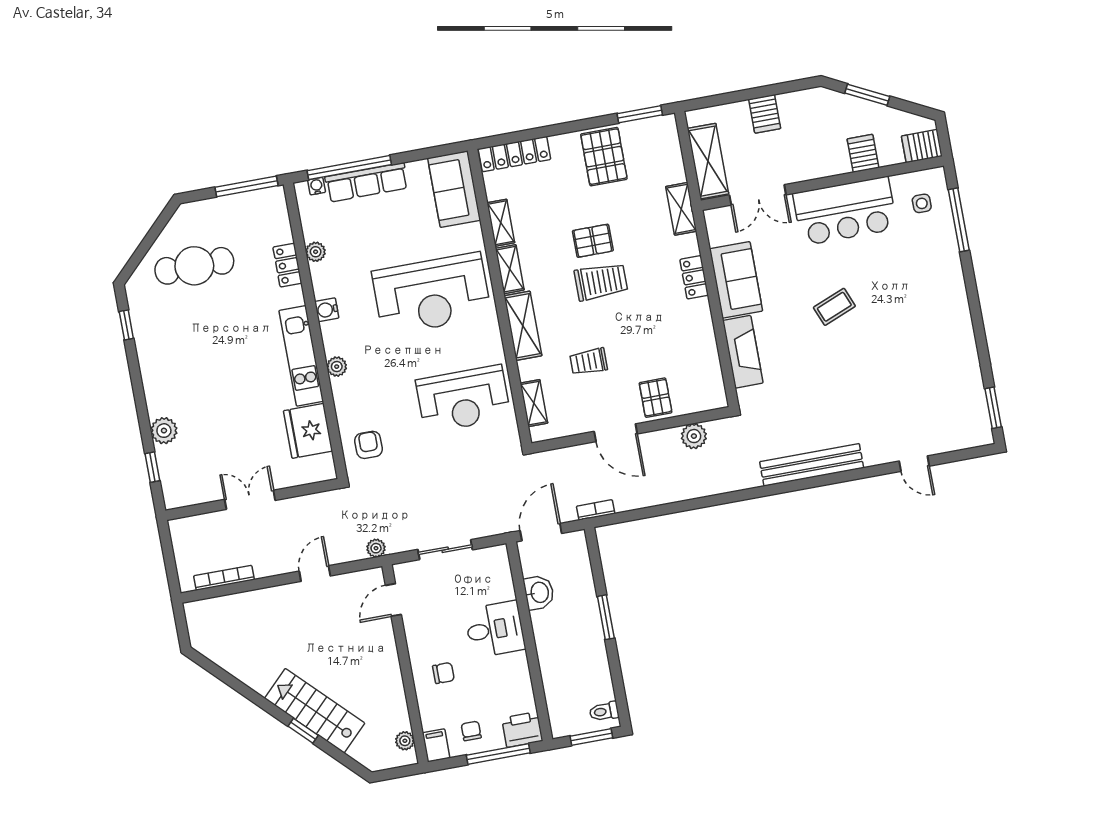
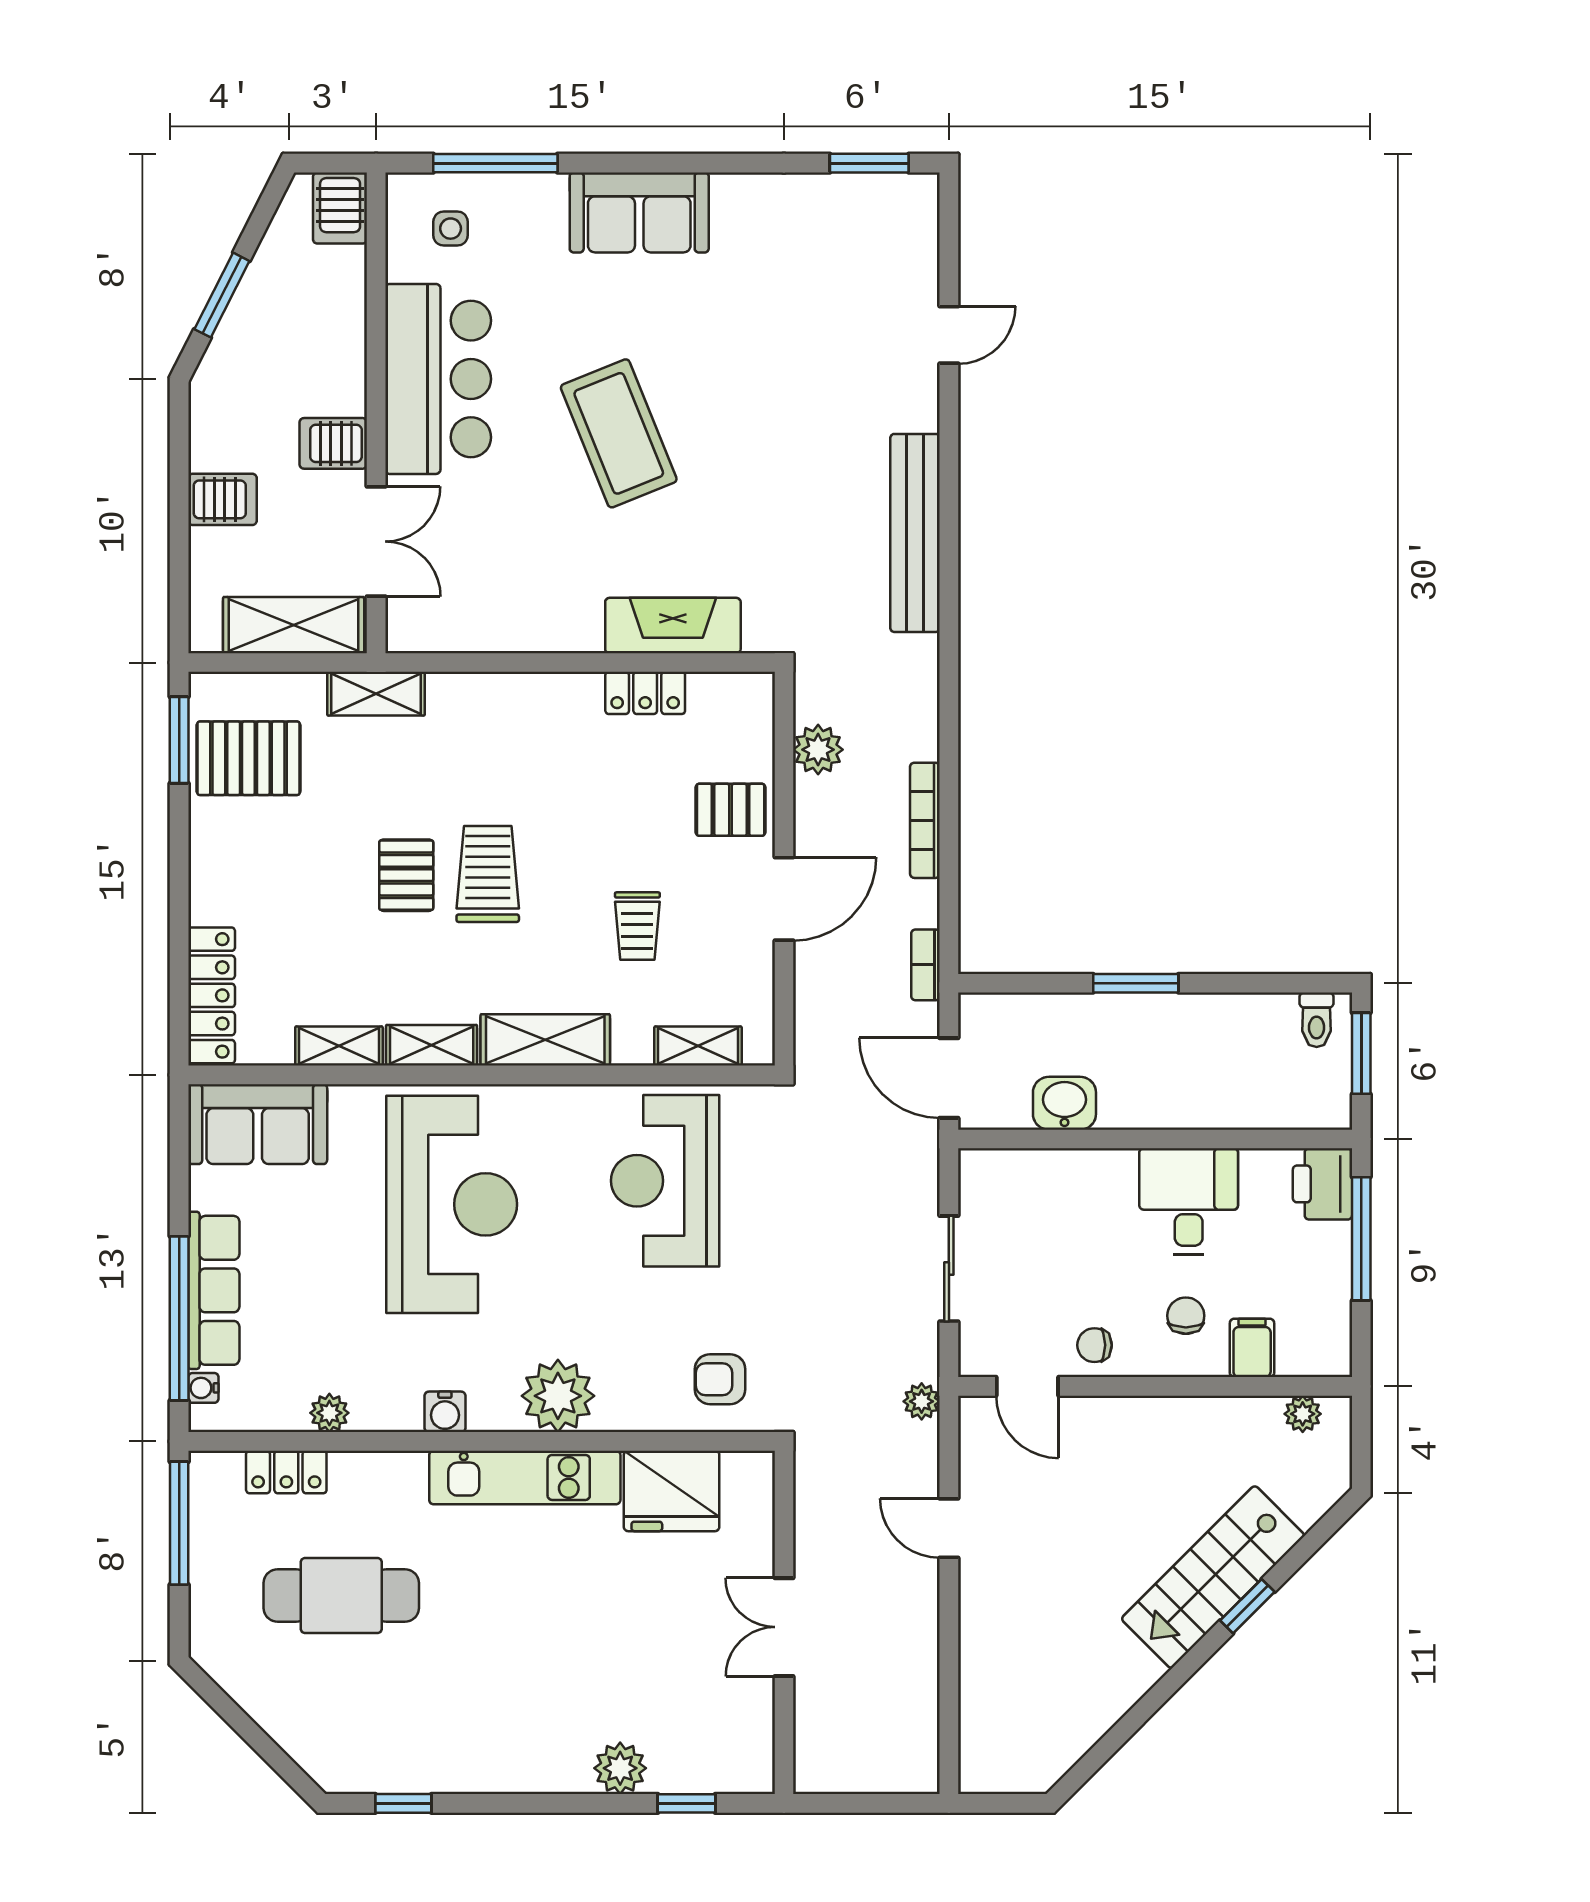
server rack: (863, 153) -> (333, 443), moved
pallet: (604, 157) -> (248, 758), moved
locker: (287, 265) -> (286, 1472), moved
cafe table: (194, 266) -> (341, 1596), moved, turned 90
locker: (694, 277) -> (645, 693), moved
sofa: (736, 280) -> (639, 212), moved, turned 180
coffee table: (834, 307) -> (619, 433), width x1.86, depth x1.72
plant: (337, 367) -> (558, 1396), width x1.88, depth x1.88
reception desk: (463, 399) -> (665, 1181), turned 180
bookcase: (224, 578) -> (925, 820), moved
desk: (495, 629) -> (1189, 1201), moved
chair: (471, 731) -> (1094, 1345), moved
filing cabinet: (436, 745) -> (1252, 1348), moved, turned 90

